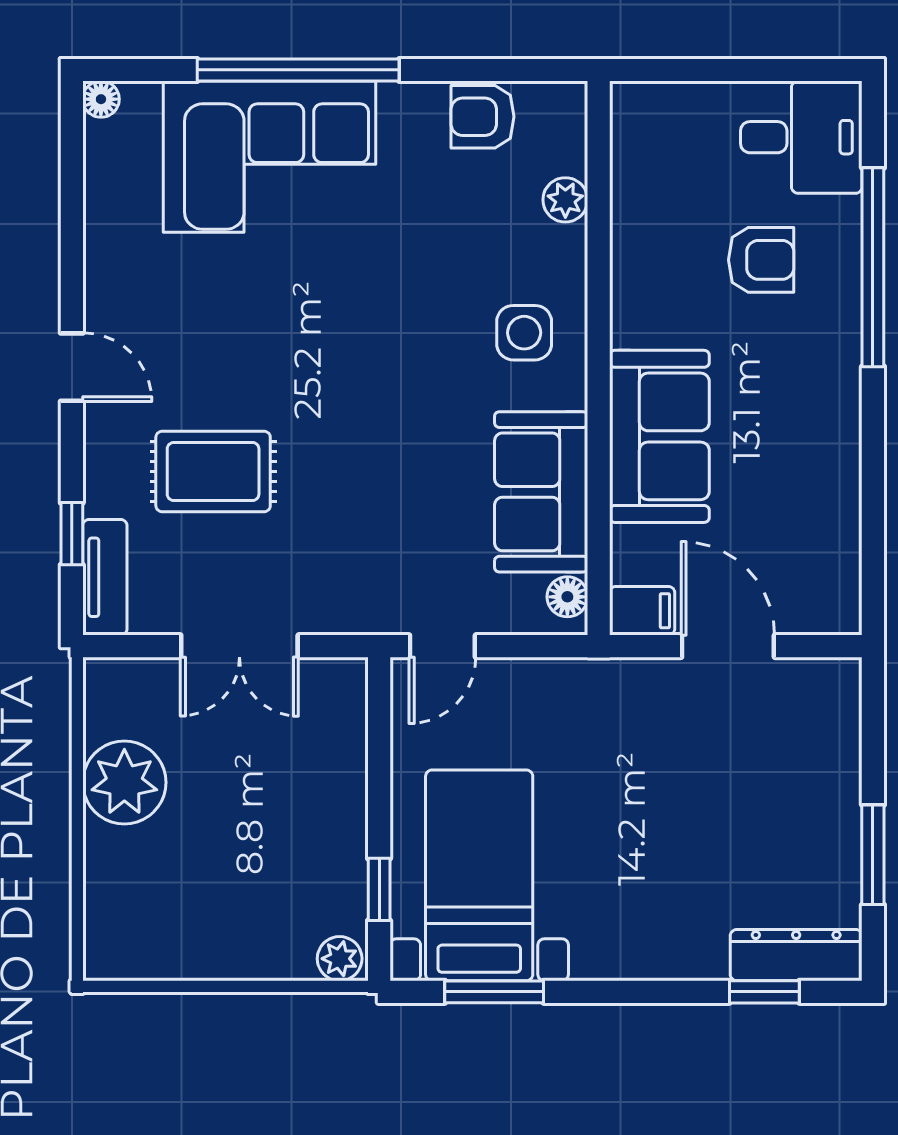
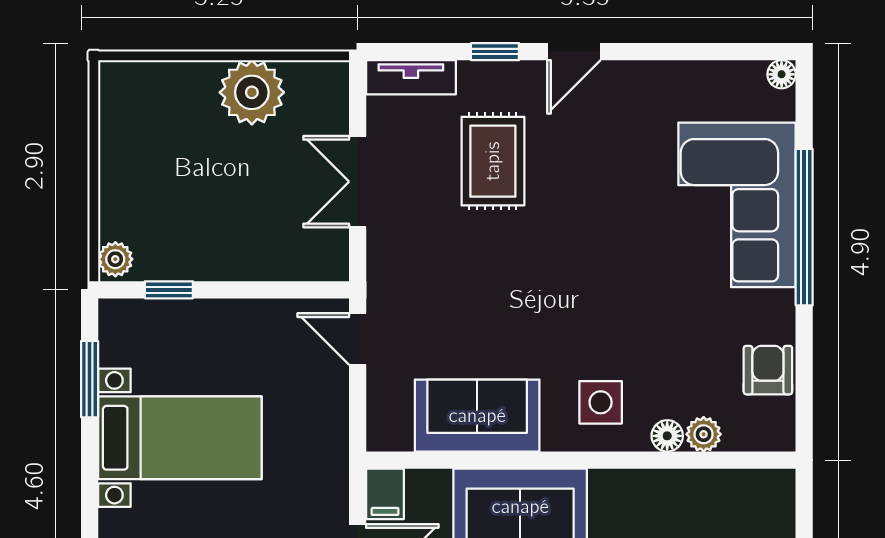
window: (72, 534) -> (495, 52), moved
floor lamp: (567, 597) -> (667, 436), moved
bed with nightstands: (479, 875) -> (180, 438), moved

